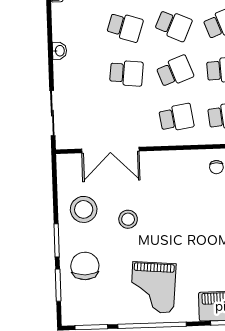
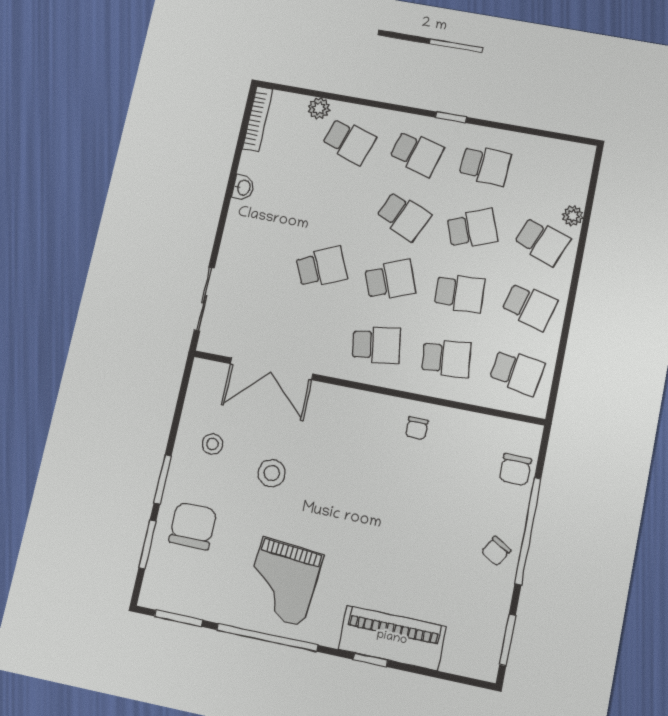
school desk: (125, 27) -> (335, 204), removed
washbasin: (59, 51) -> (243, 188), moved
school desk: (126, 73) -> (321, 267), turned -30
stool: (84, 209) -> (212, 444), width x0.53, depth x0.53

